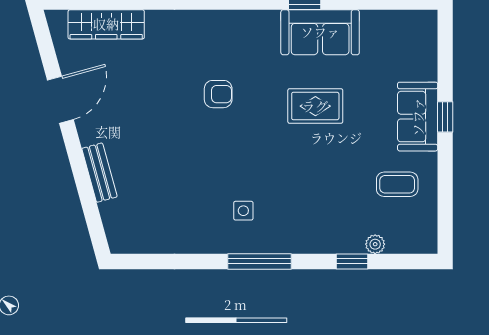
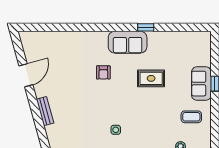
wardrobe: (106, 24) -> (48, 38), removed
sofa: (320, 32) -> (128, 42), moved
armchair: (218, 94) -> (103, 72), turned 90

